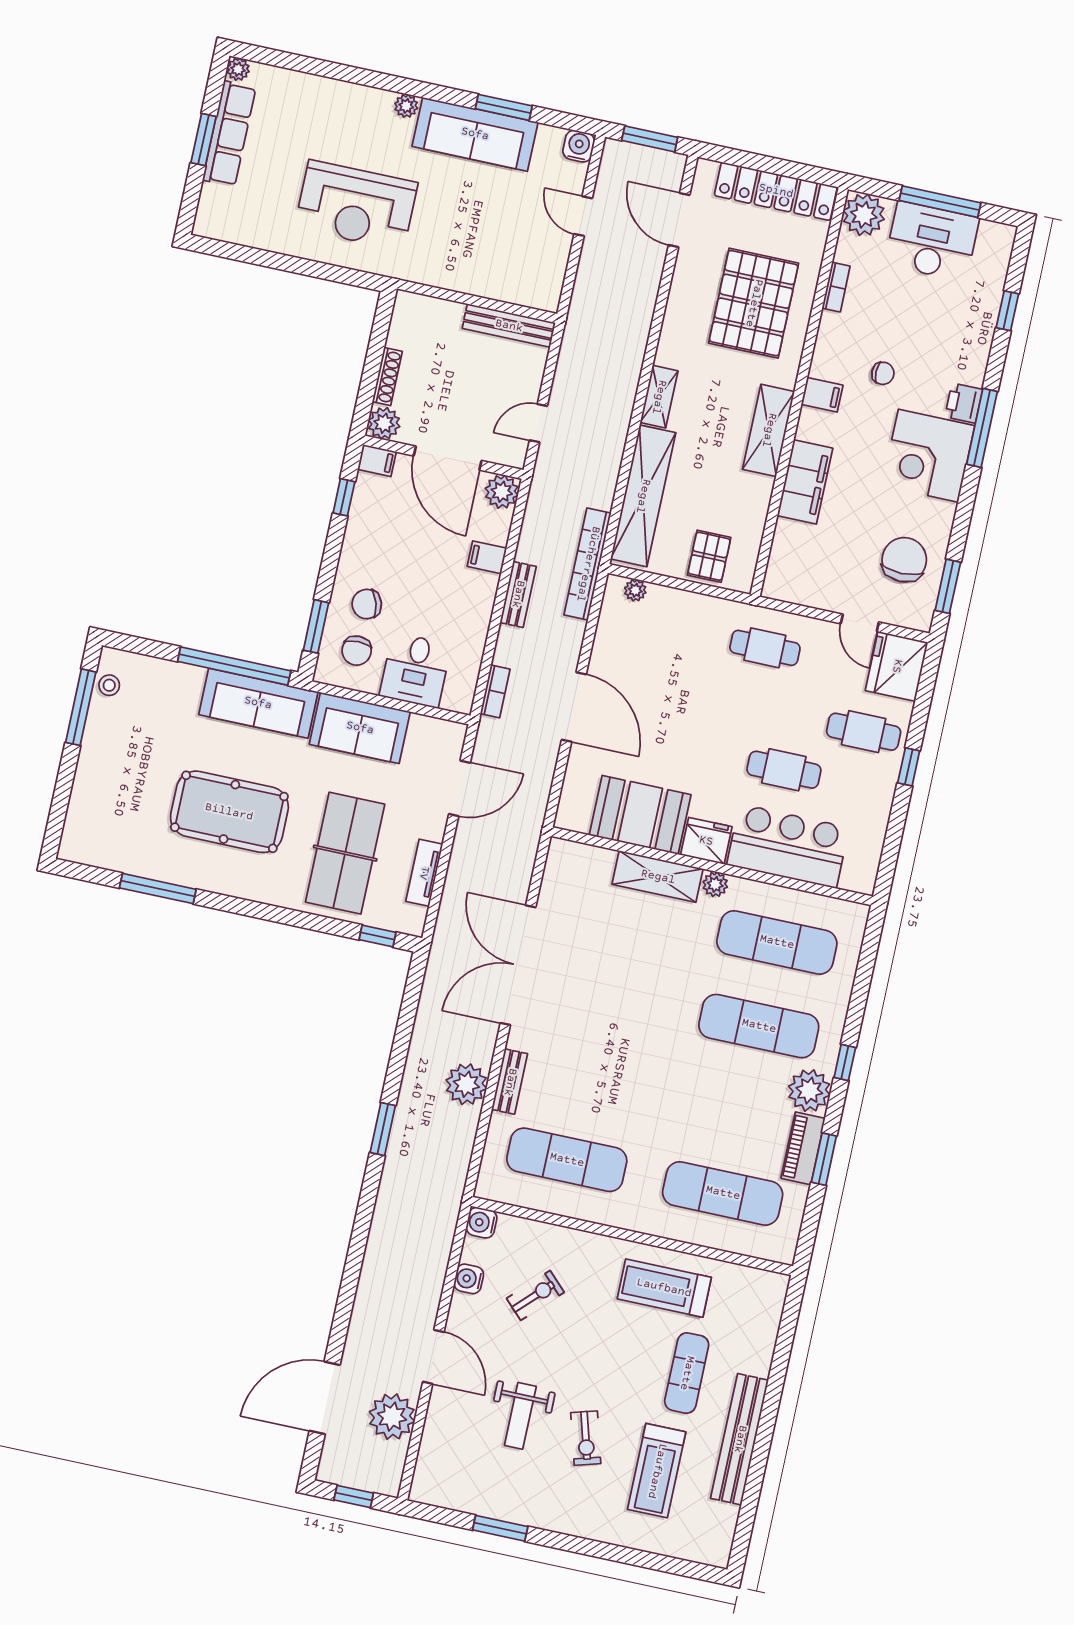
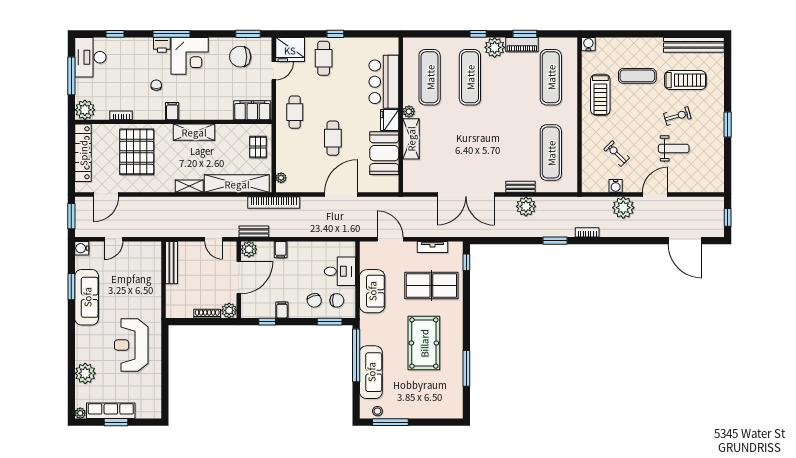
plant: (406, 106) -> (85, 373), moved, width x1.87, depth x1.87
reception desk: (356, 205) -> (131, 345), turned 180
desk: (932, 241) -> (90, 57), moved
pallet: (754, 303) -> (137, 152), turned 90
filing cabinet: (377, 461) -> (282, 310), moved
filing cabinet: (805, 482) -> (252, 110), moved
pallet: (709, 556) -> (258, 147), turned 90
bench: (518, 594) -> (254, 231), moved
bookcase: (495, 691) -> (587, 232), moved
sofa: (258, 703) -> (371, 372), moved
cafe table: (784, 770) -> (333, 138), moved
water cooler: (481, 1223) -> (588, 44), moved, turned 180
plant: (392, 1417) -> (623, 208), moved
bench: (740, 1439) -> (694, 45), moved
window: (500, 1528) -> (728, 125), moved

